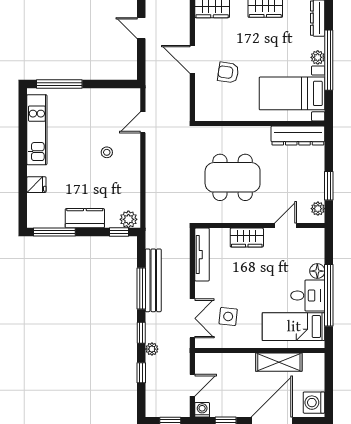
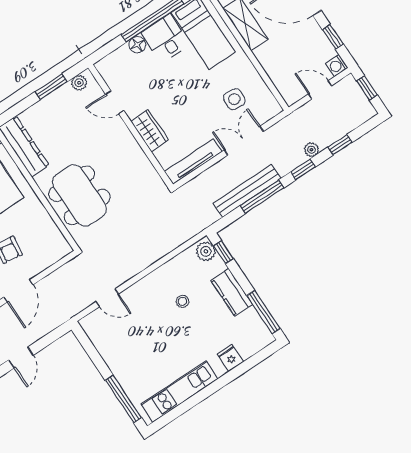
stool: (107, 152) -> (182, 301), moved
dining table: (233, 177) -> (79, 195), moved
double door: (192, 318) -> (244, 141), moved

